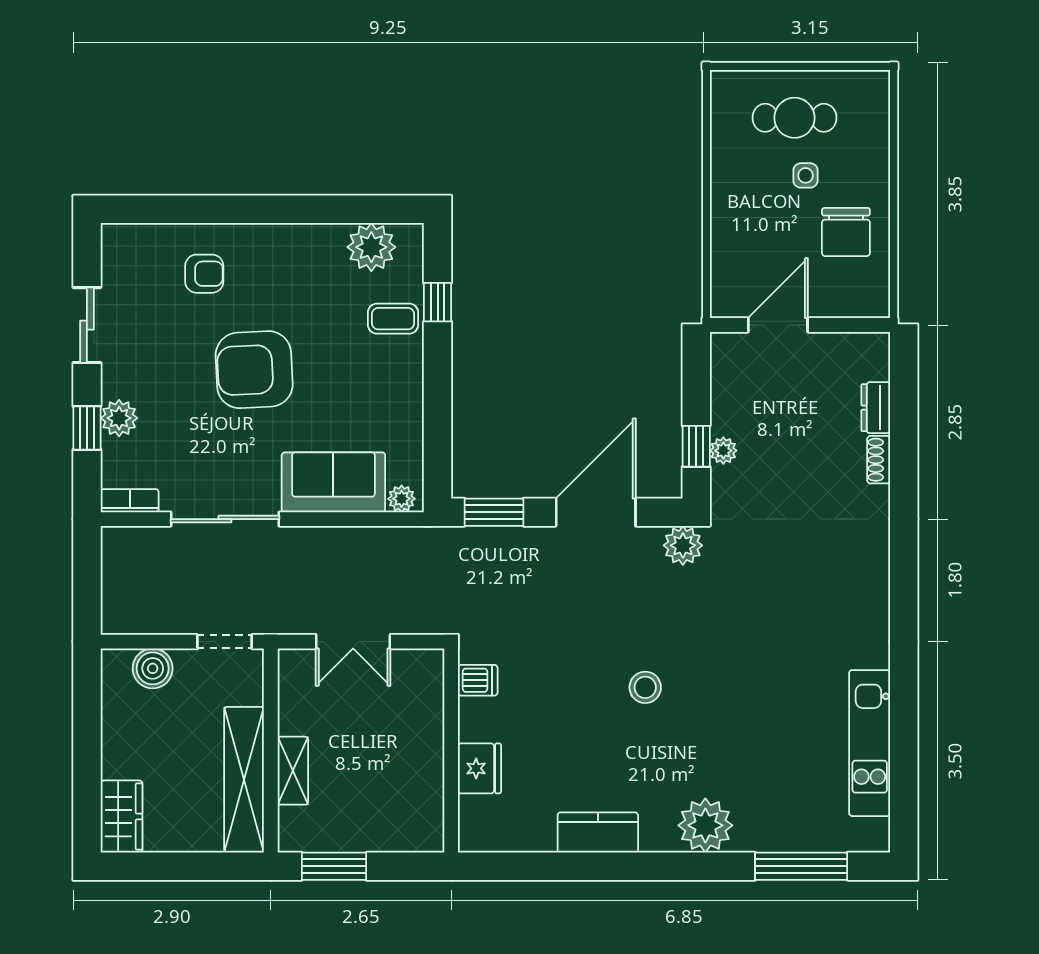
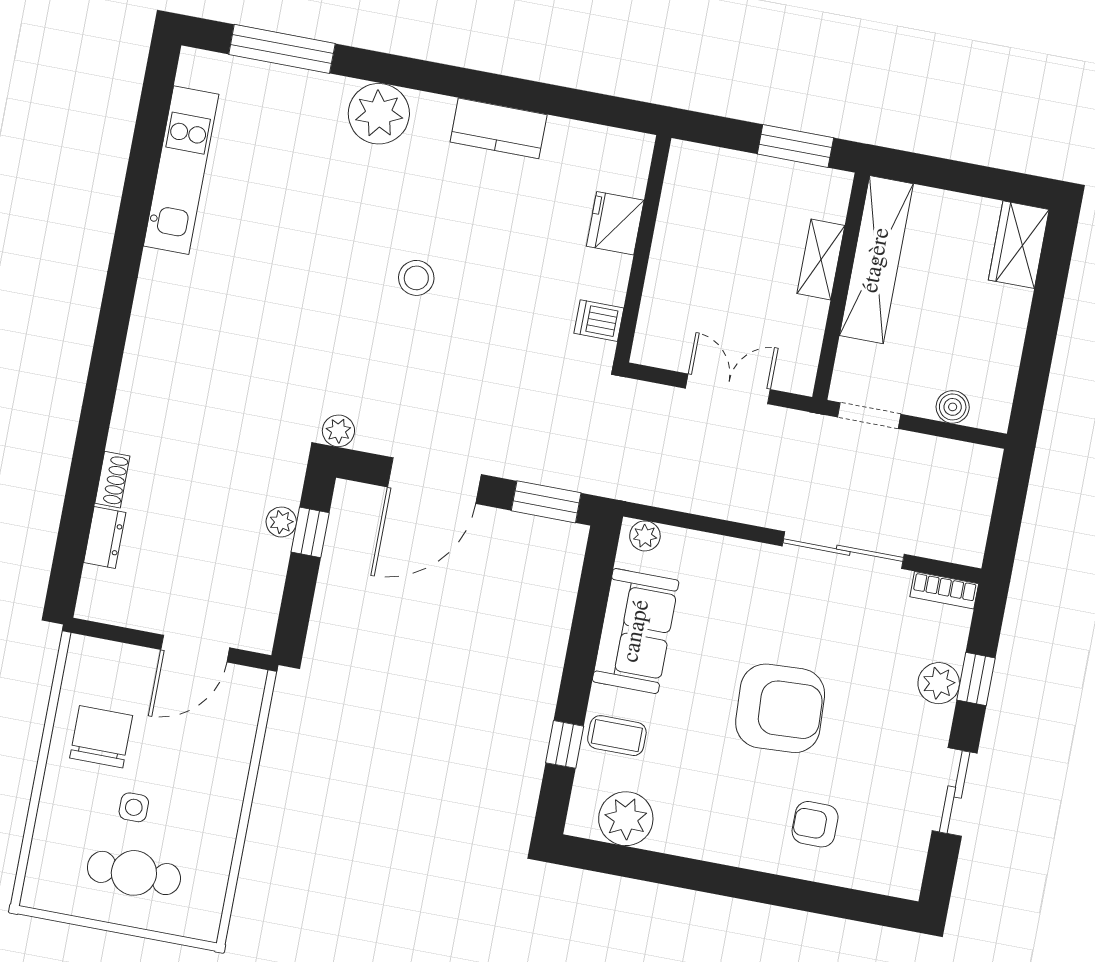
sofa: (333, 482) -> (636, 631), moved, turned -90
plant: (683, 545) -> (338, 431), width x0.73, depth x0.73
boiler: (153, 668) -> (953, 407), width x0.73, depth x0.73

